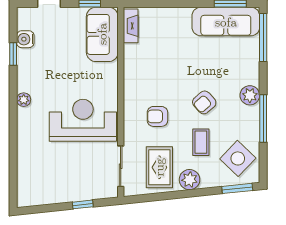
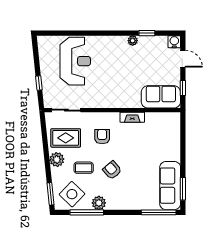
fireplace: (131, 26) -> (132, 117), moved
water cooler: (25, 39) -> (174, 42), moved
plant: (250, 95) -> (99, 203), moved
plant: (24, 100) -> (133, 41), moved
window: (263, 118) -> (87, 212), moved
reception desk: (83, 120) -> (75, 61), moved

